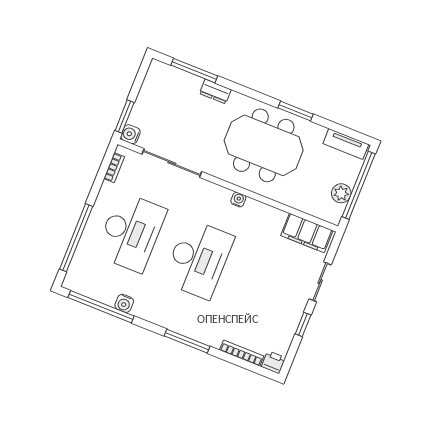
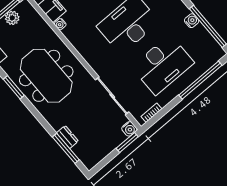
dresser: (215, 91) -> (67, 137), moved
water cooler: (238, 200) -> (60, 24), moved
desk: (131, 232) -> (163, 65), turned 180

